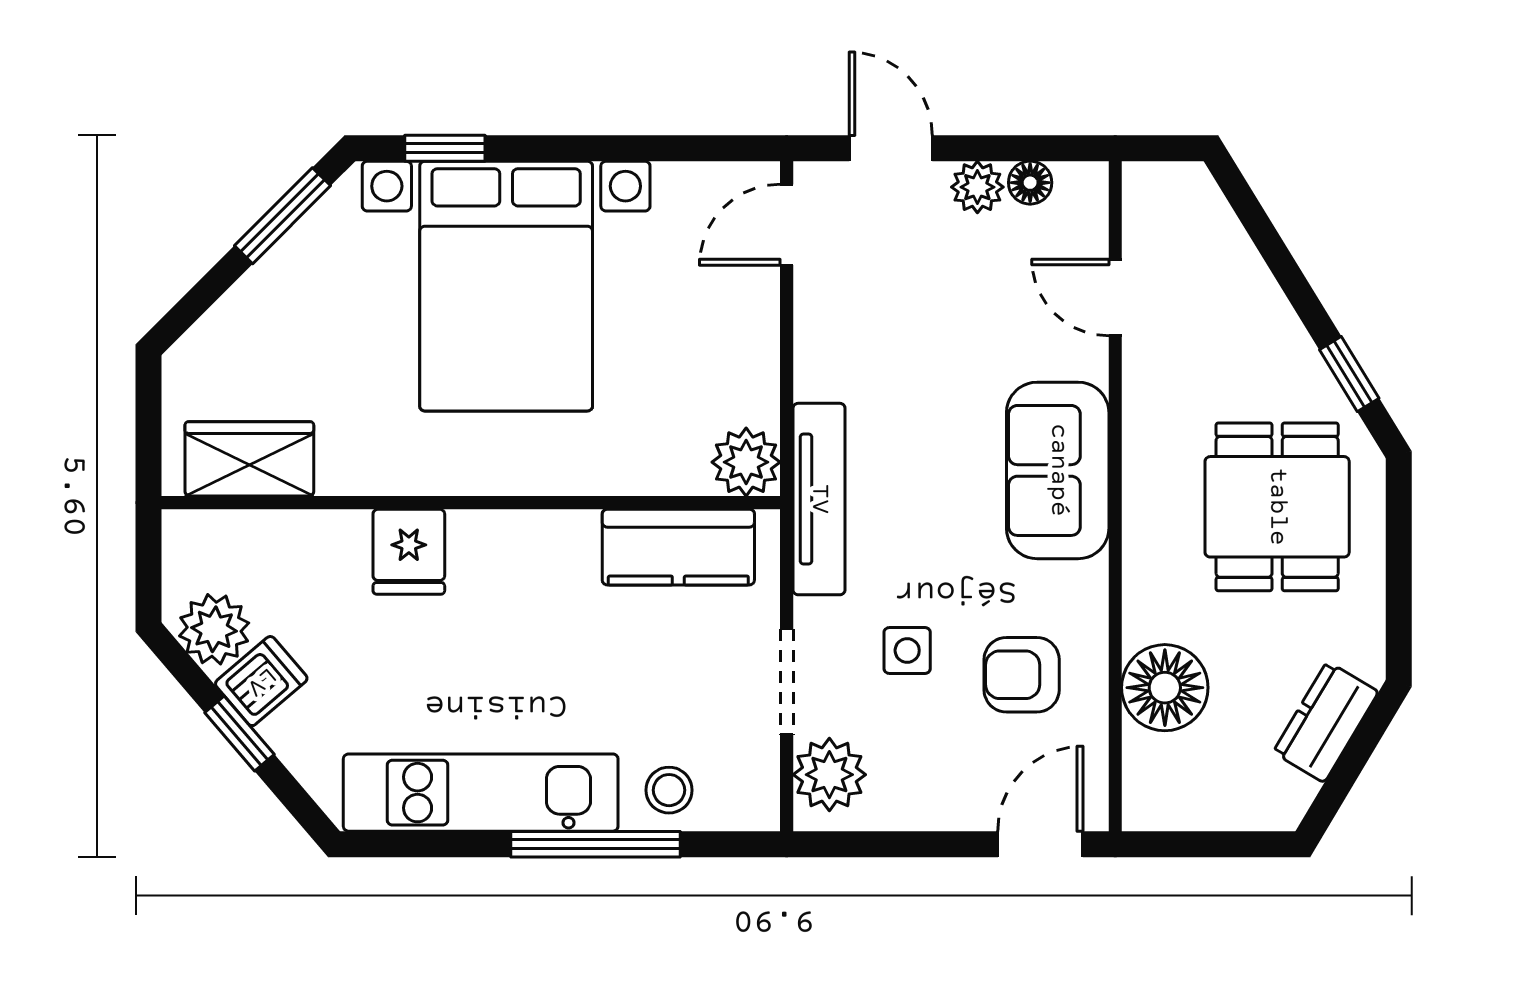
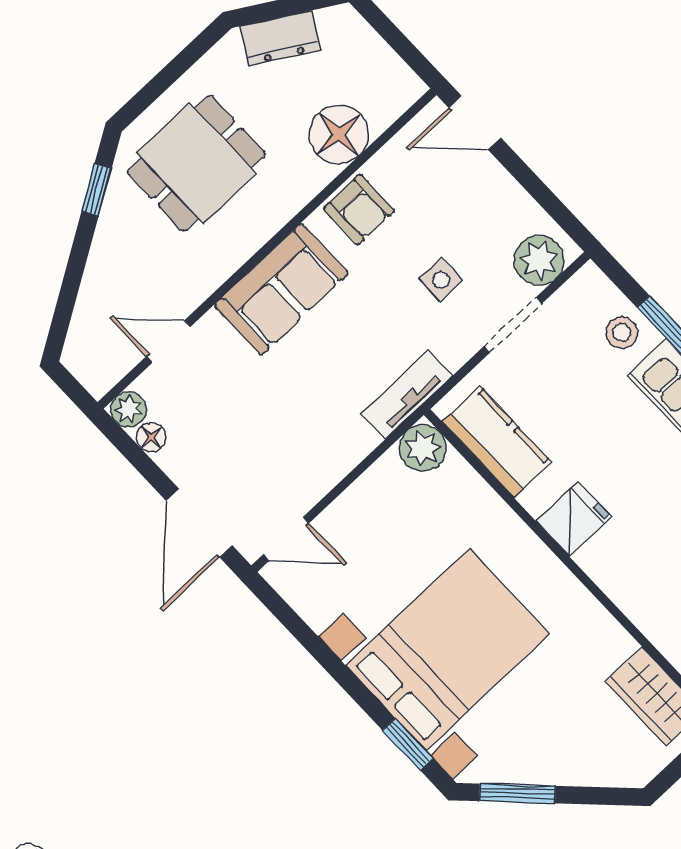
door: (891, 148) -> (199, 523), width x1.38
plant: (977, 187) -> (129, 409), moved
door: (1115, 297) -> (168, 342), swing flipped
tv unit: (819, 499) -> (407, 394), width x0.71
fridge: (409, 552) -> (574, 519), moved
armchair: (1022, 675) -> (359, 209), moved

